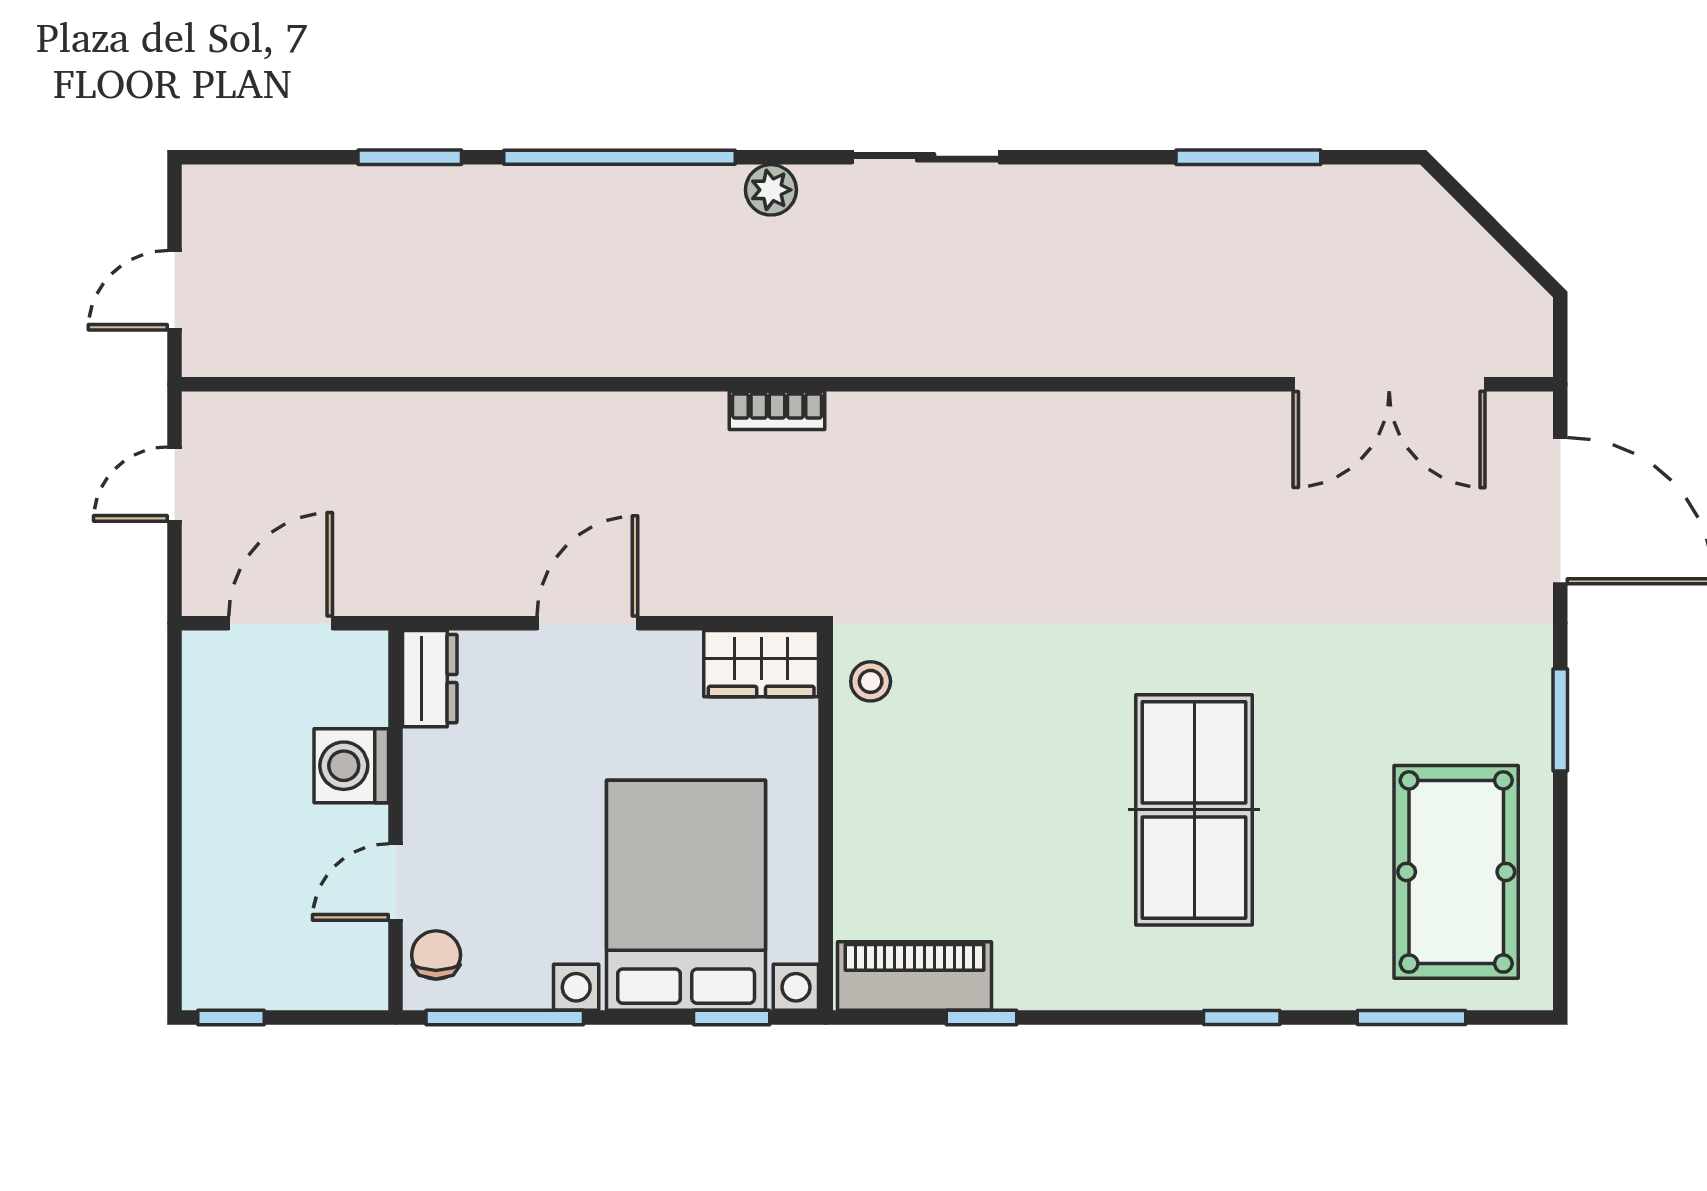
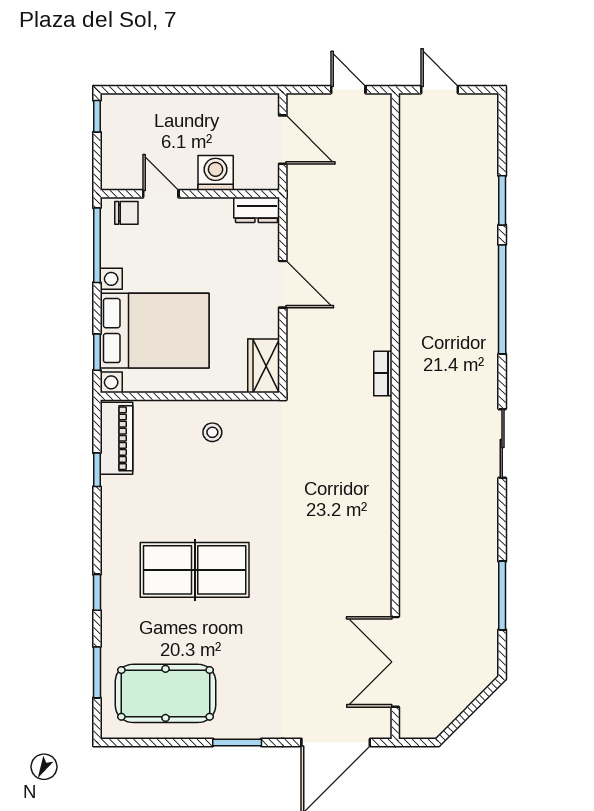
plant: (771, 190) -> (487, 371), removed
stool: (871, 681) -> (212, 432), moved

